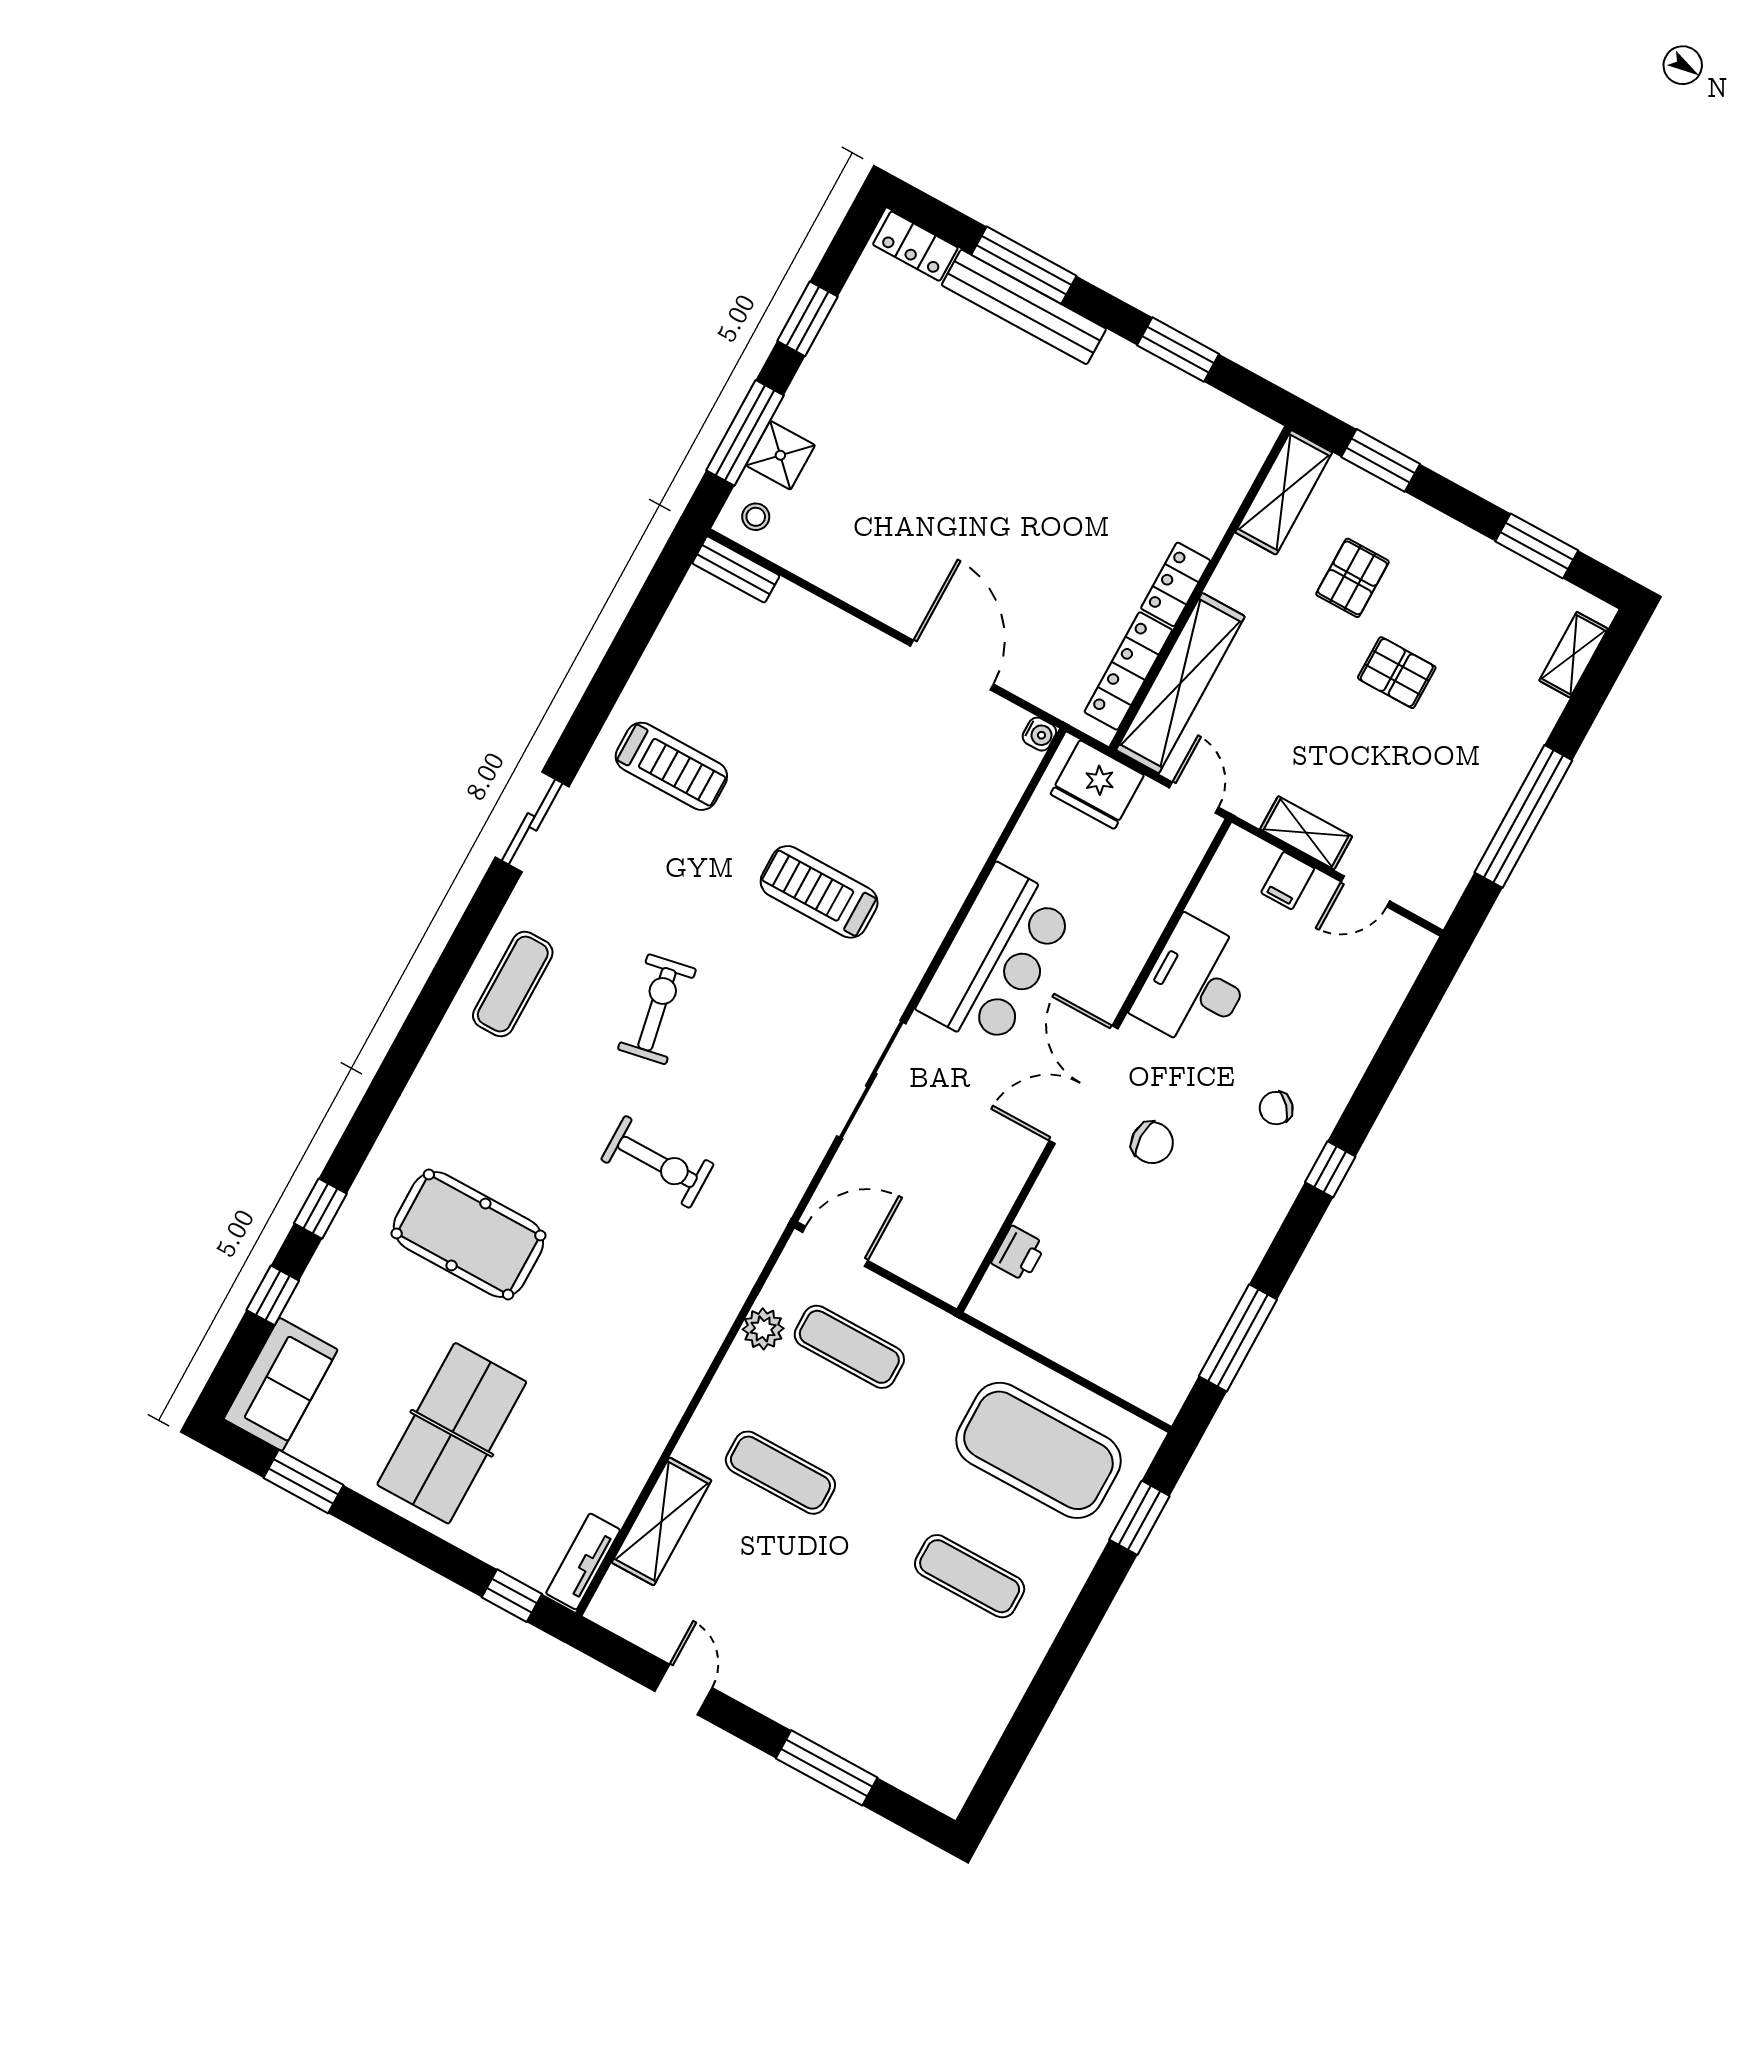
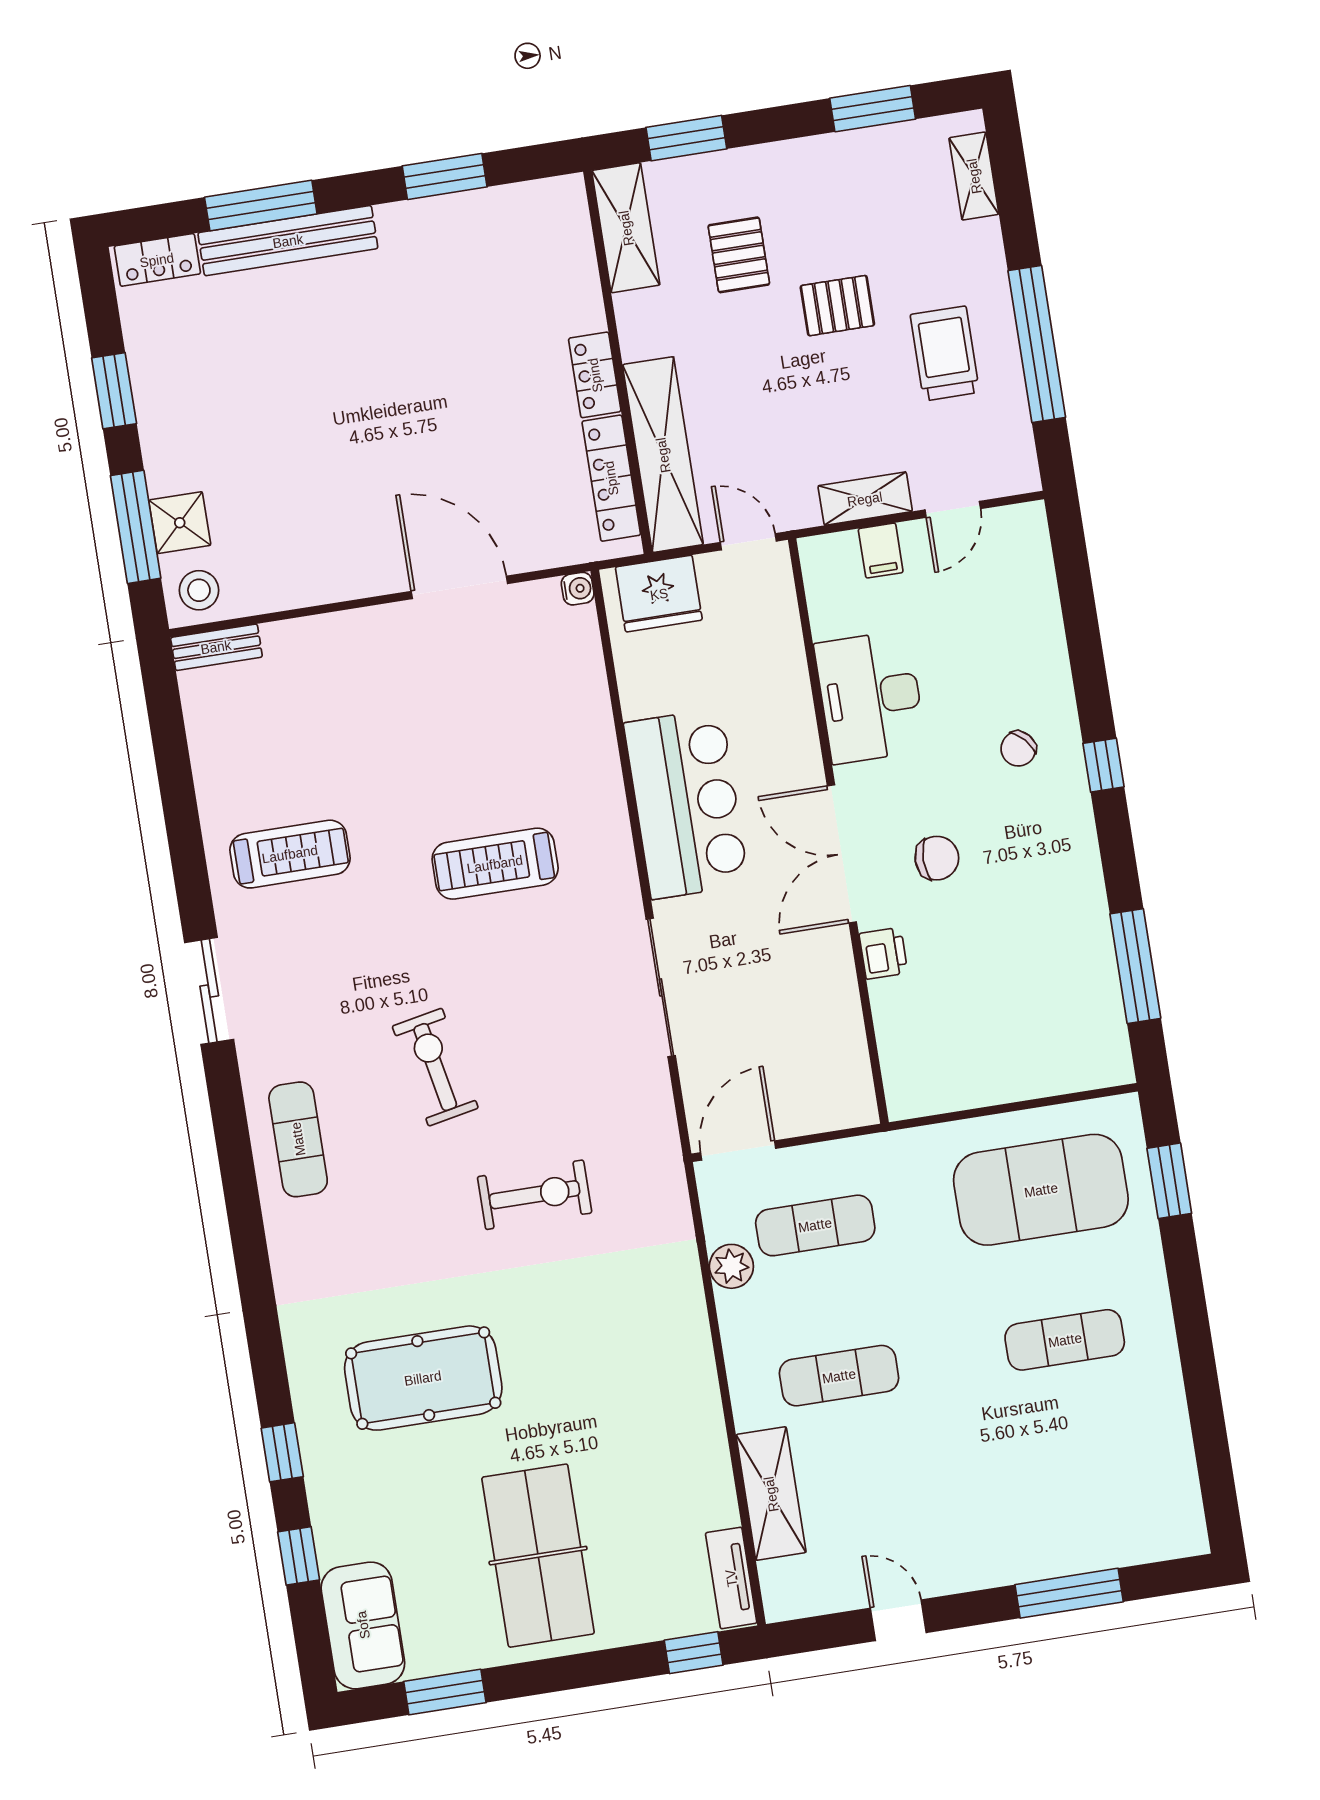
stool: (756, 517) -> (199, 590), width x1.37, depth x1.37
trolley: (1449, 770) -> (945, 353), added
printer: (1019, 1254) -> (883, 953), moved

